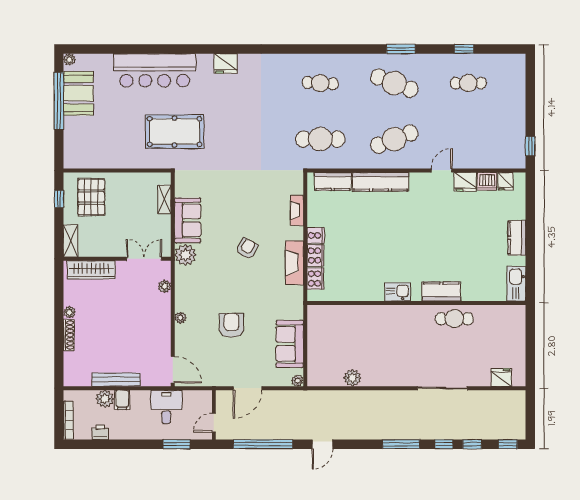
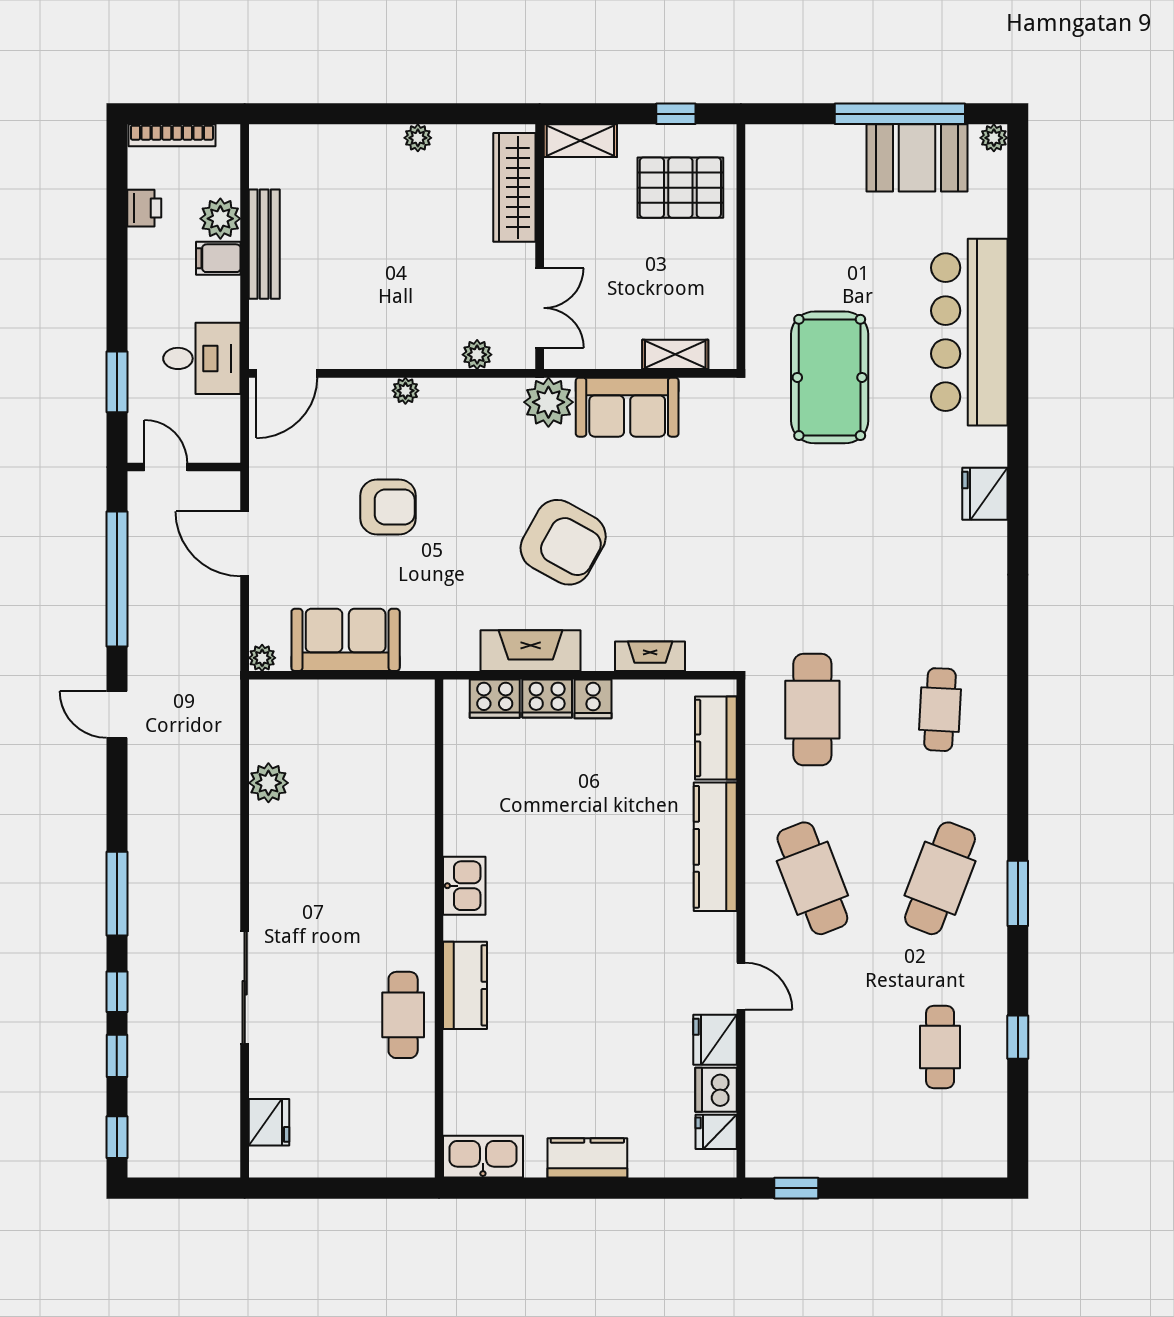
armchair: (247, 248) -> (563, 542), width x1.88, depth x1.88
shoe rack: (69, 335) -> (366, 136), removed

